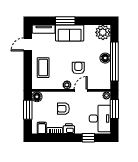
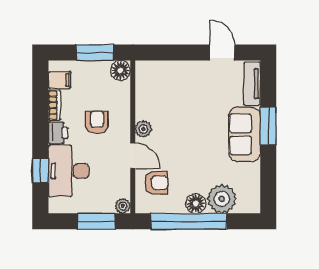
plant: (103, 32) -> (222, 199), moved
coffee table: (43, 68) -> (177, 83), removed
armchair: (78, 68) -> (156, 183), moved
desk: (100, 119) -> (69, 171), moved, turned 90

